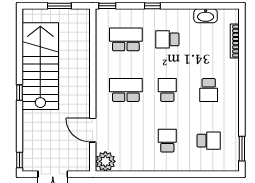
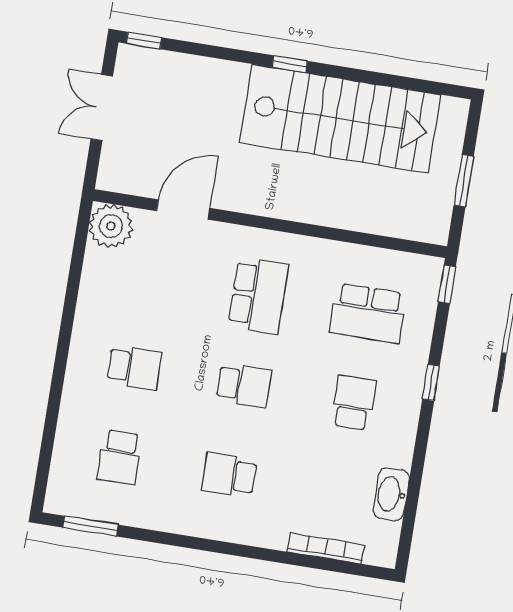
school desk: (126, 39) -> (368, 313), turned 90

